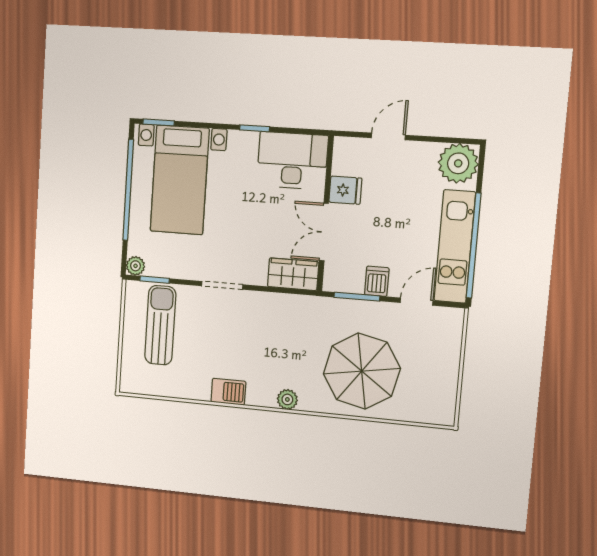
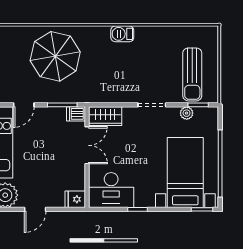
door: (388, 136) -> (35, 209), moved
fridge: (345, 190) -> (75, 199), moved
plant: (135, 266) -> (187, 113), moved
dishwasher: (377, 281) -> (76, 114), moved, turned 90
barbecue: (228, 392) -> (122, 34), moved
plant: (287, 399) -> (103, 33), removed

